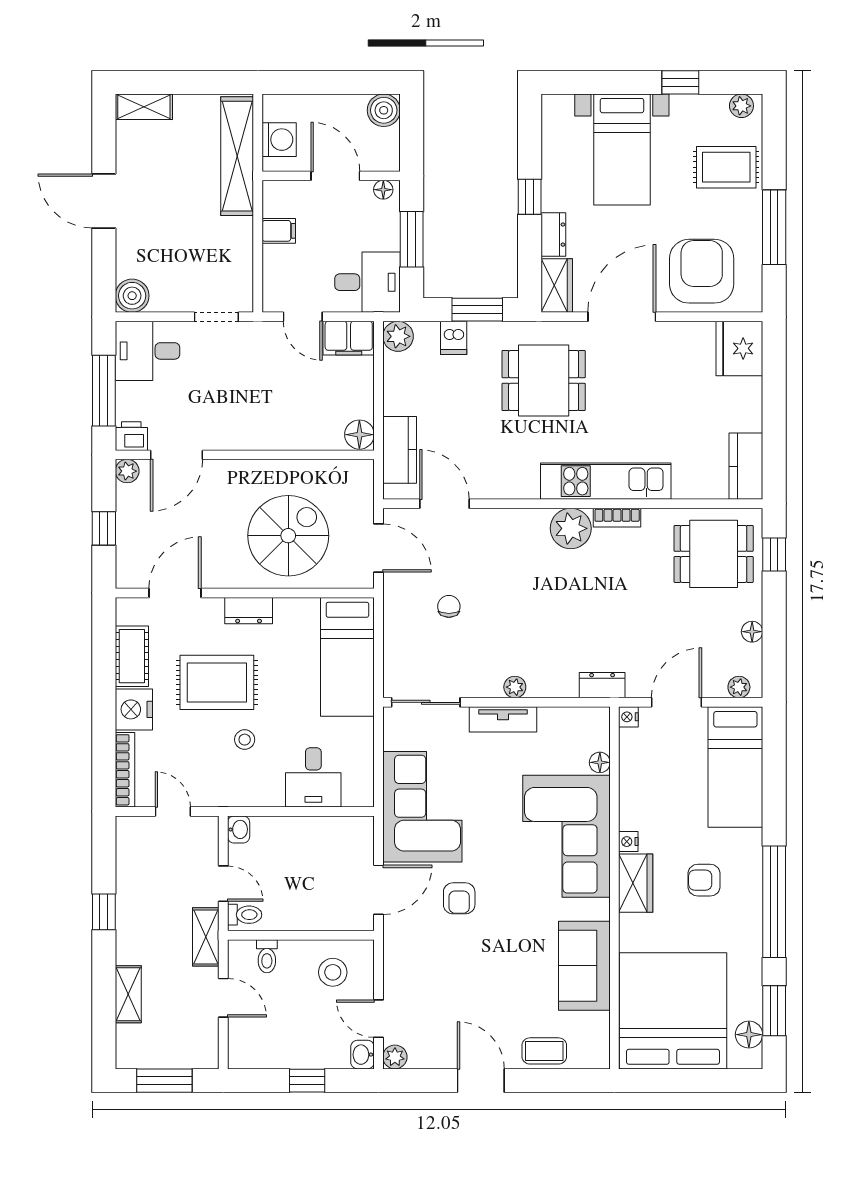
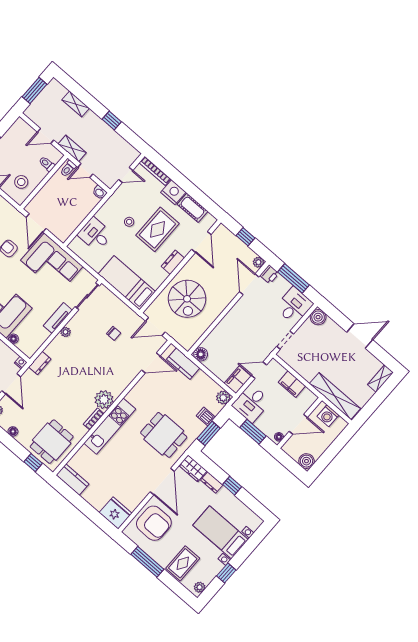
filing cabinet: (279, 231) -> (292, 384), width x2.00
dining table: (544, 381) -> (164, 435), turned 90

